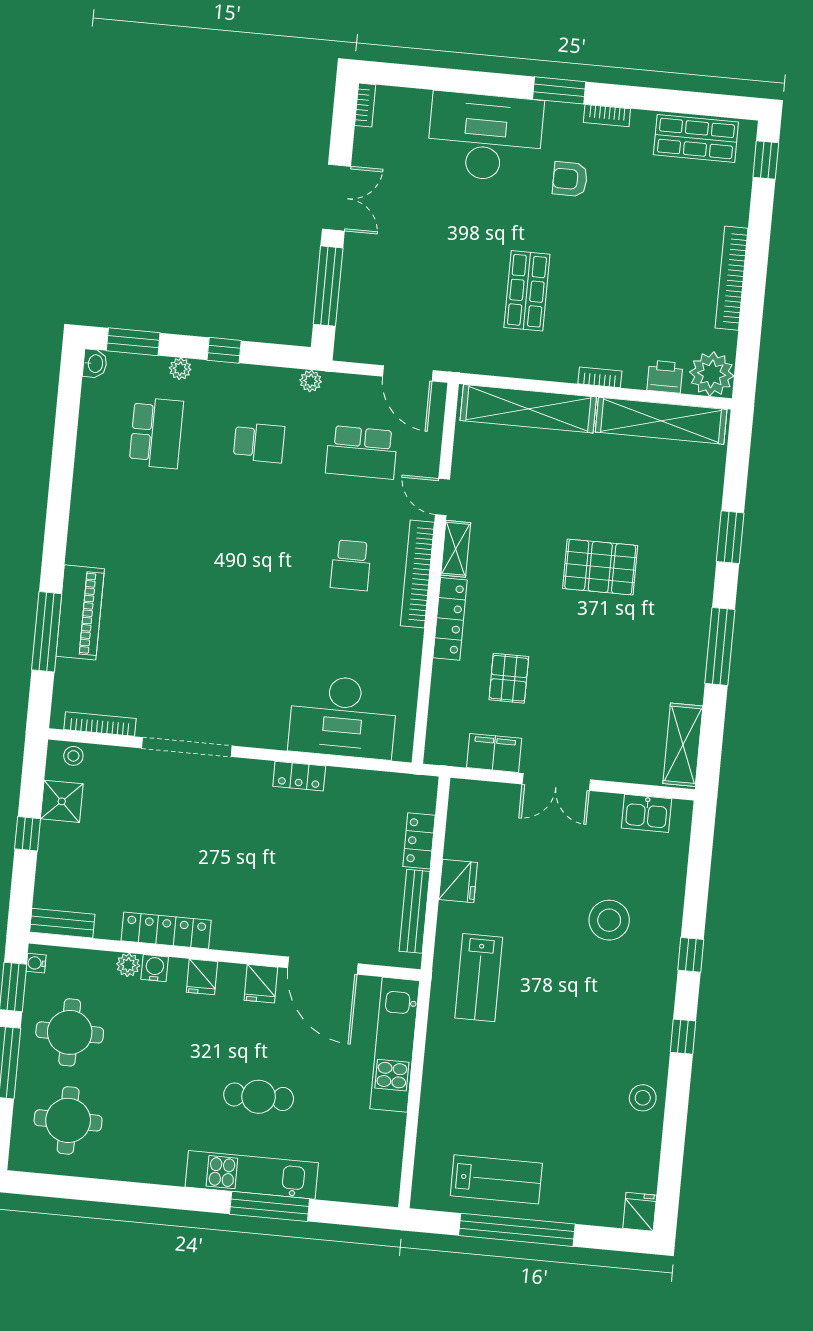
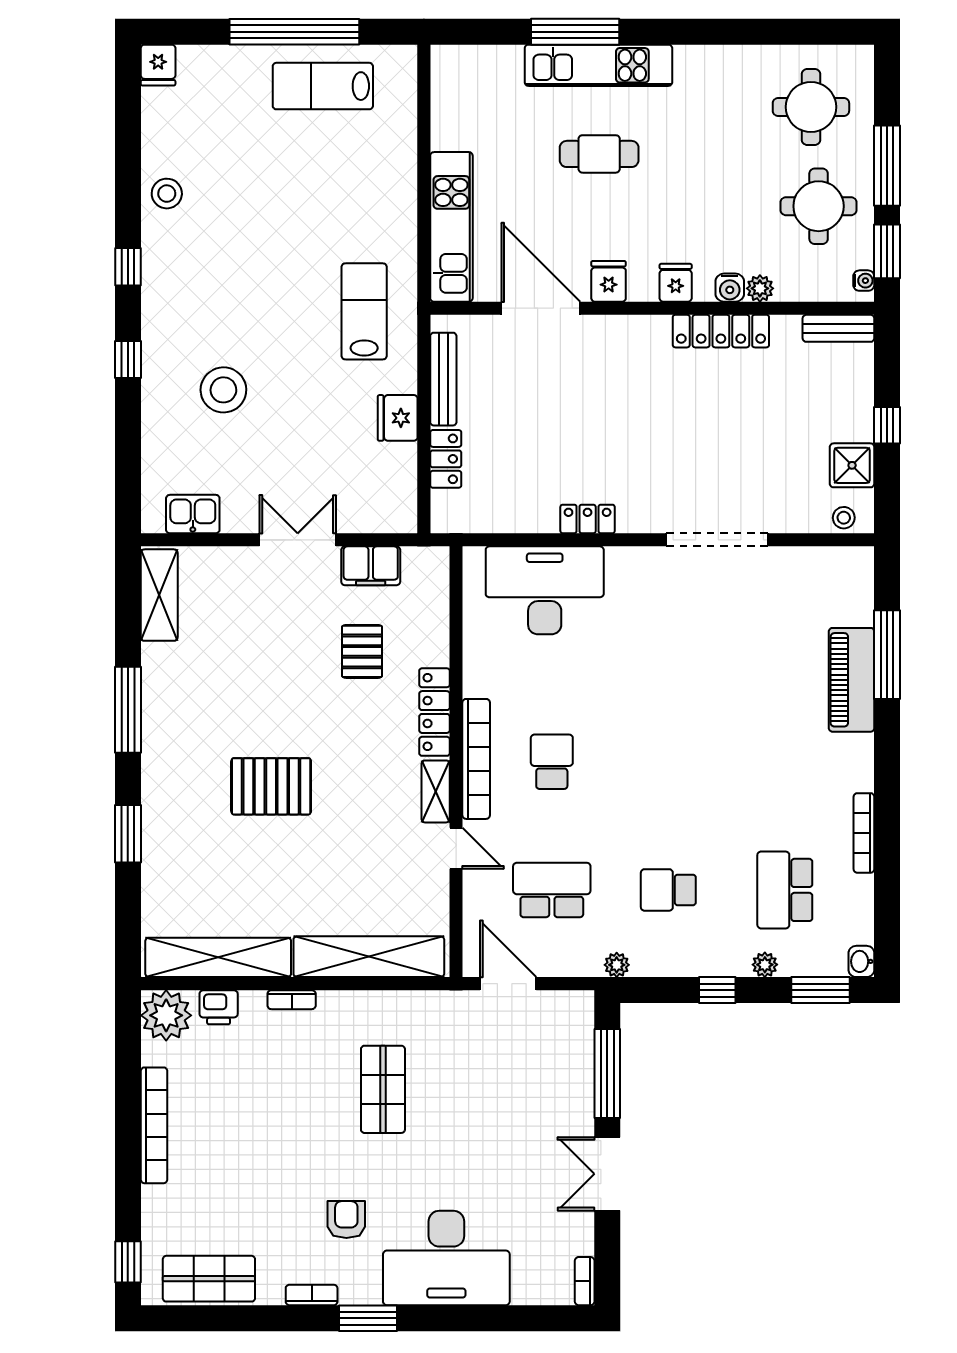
armchair: (570, 179) -> (346, 1220), turned -90
bookcase: (100, 724) -> (864, 833), moved, turned 90

